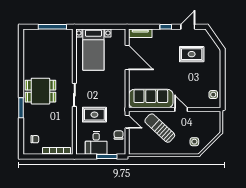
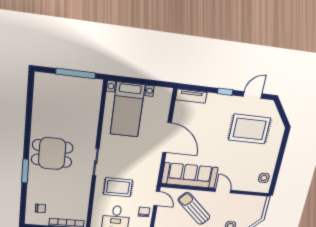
rug: (192, 54) -> (250, 129), width x1.36, depth x1.43
door: (127, 57) -> (167, 138), moved

